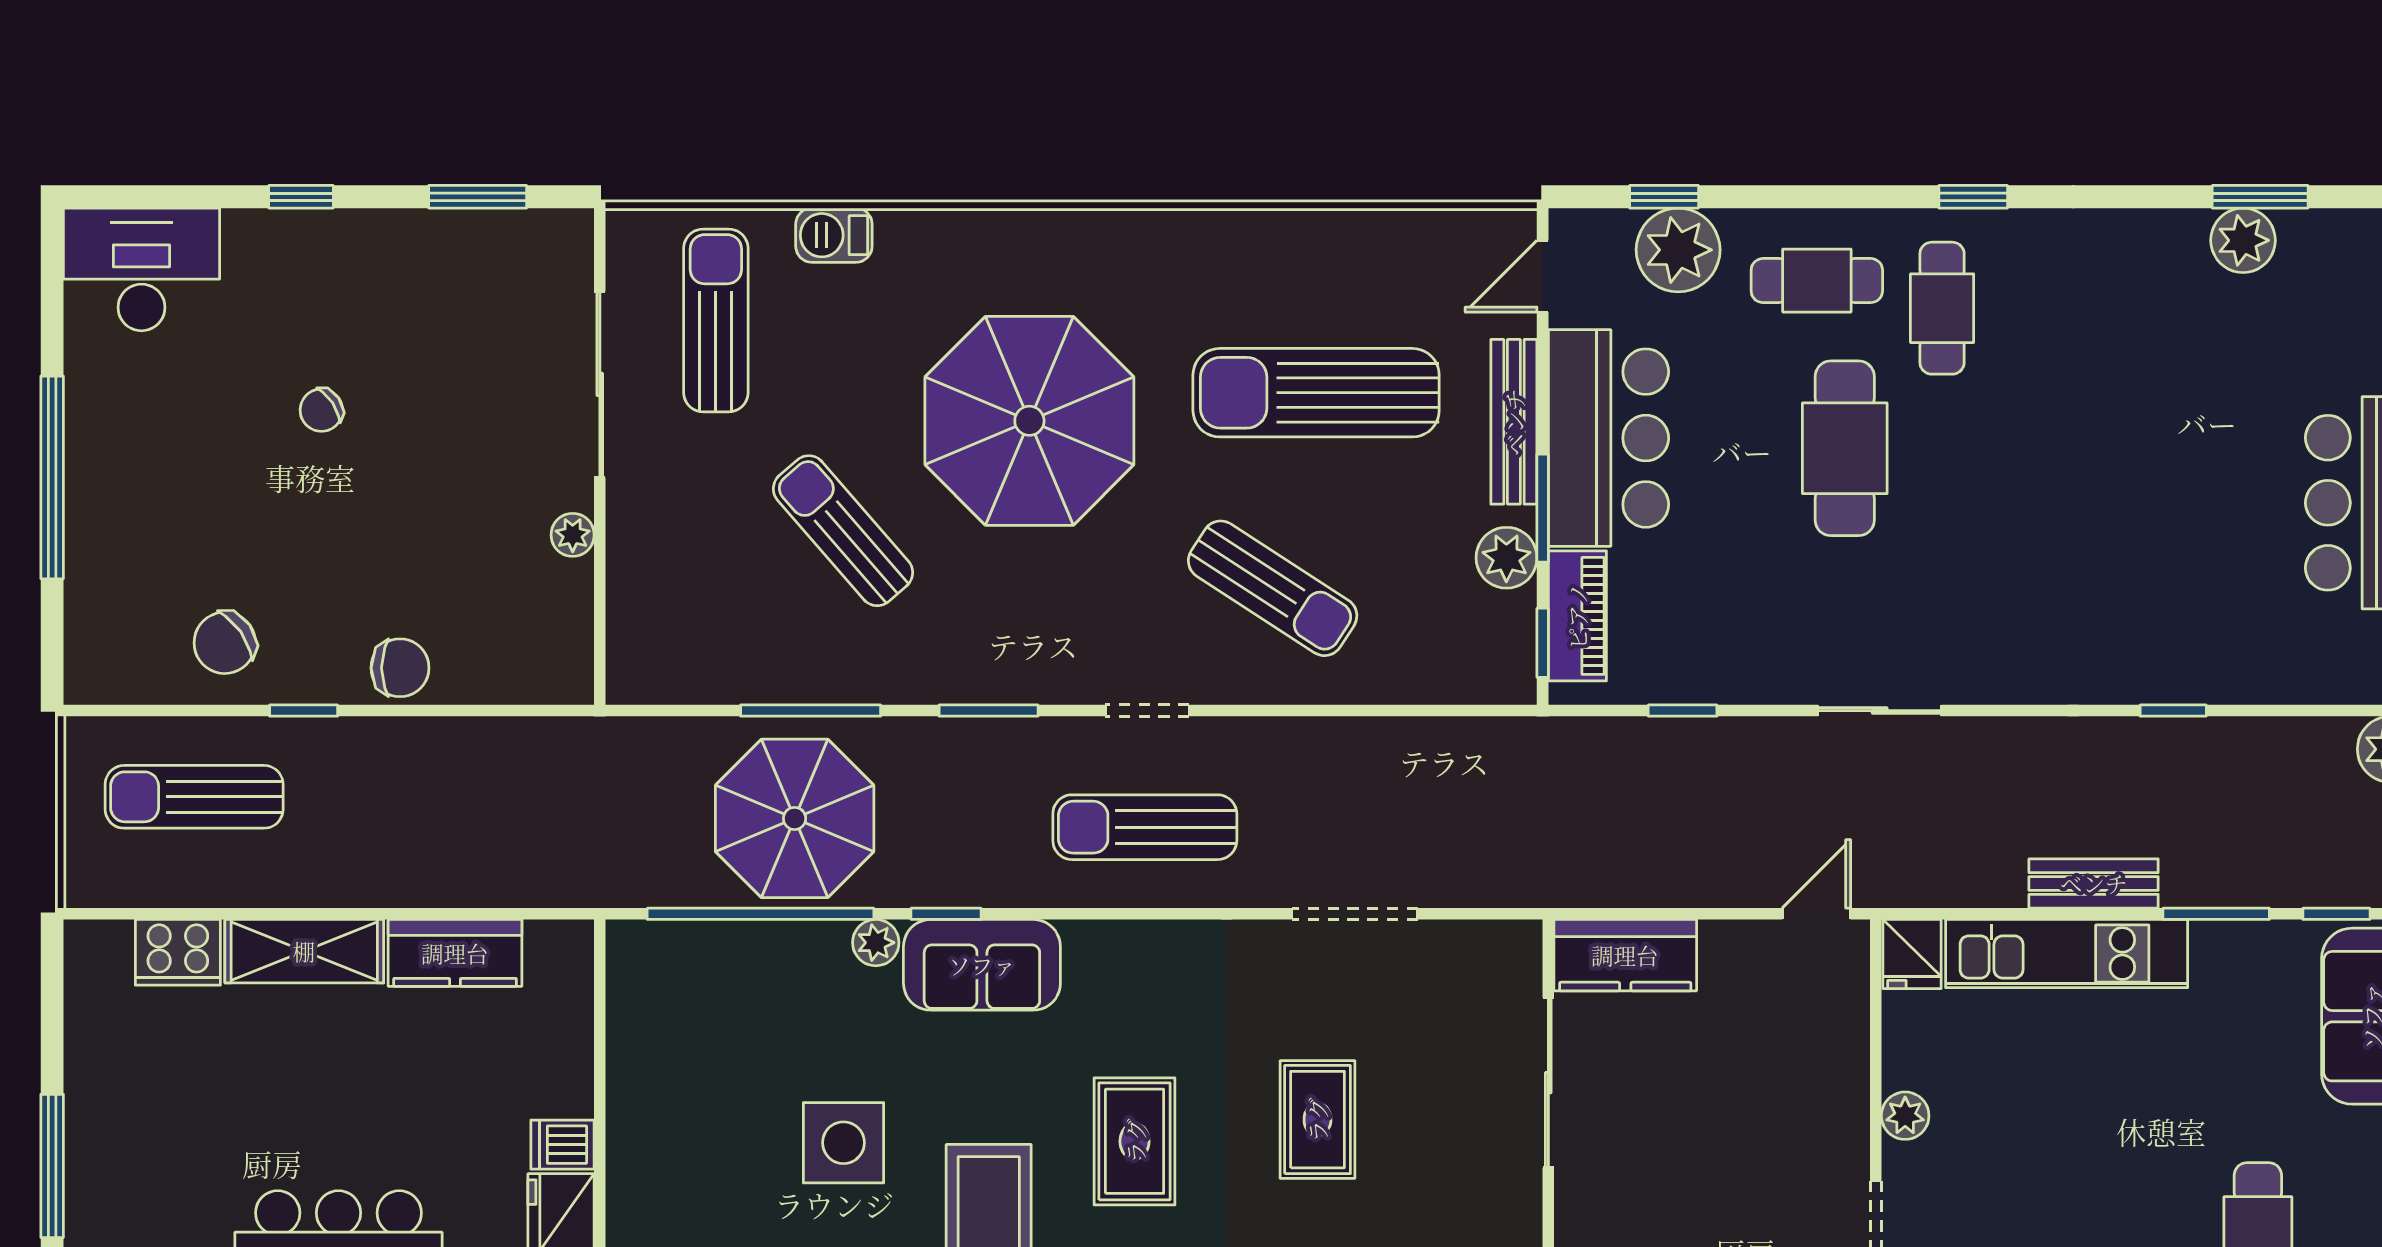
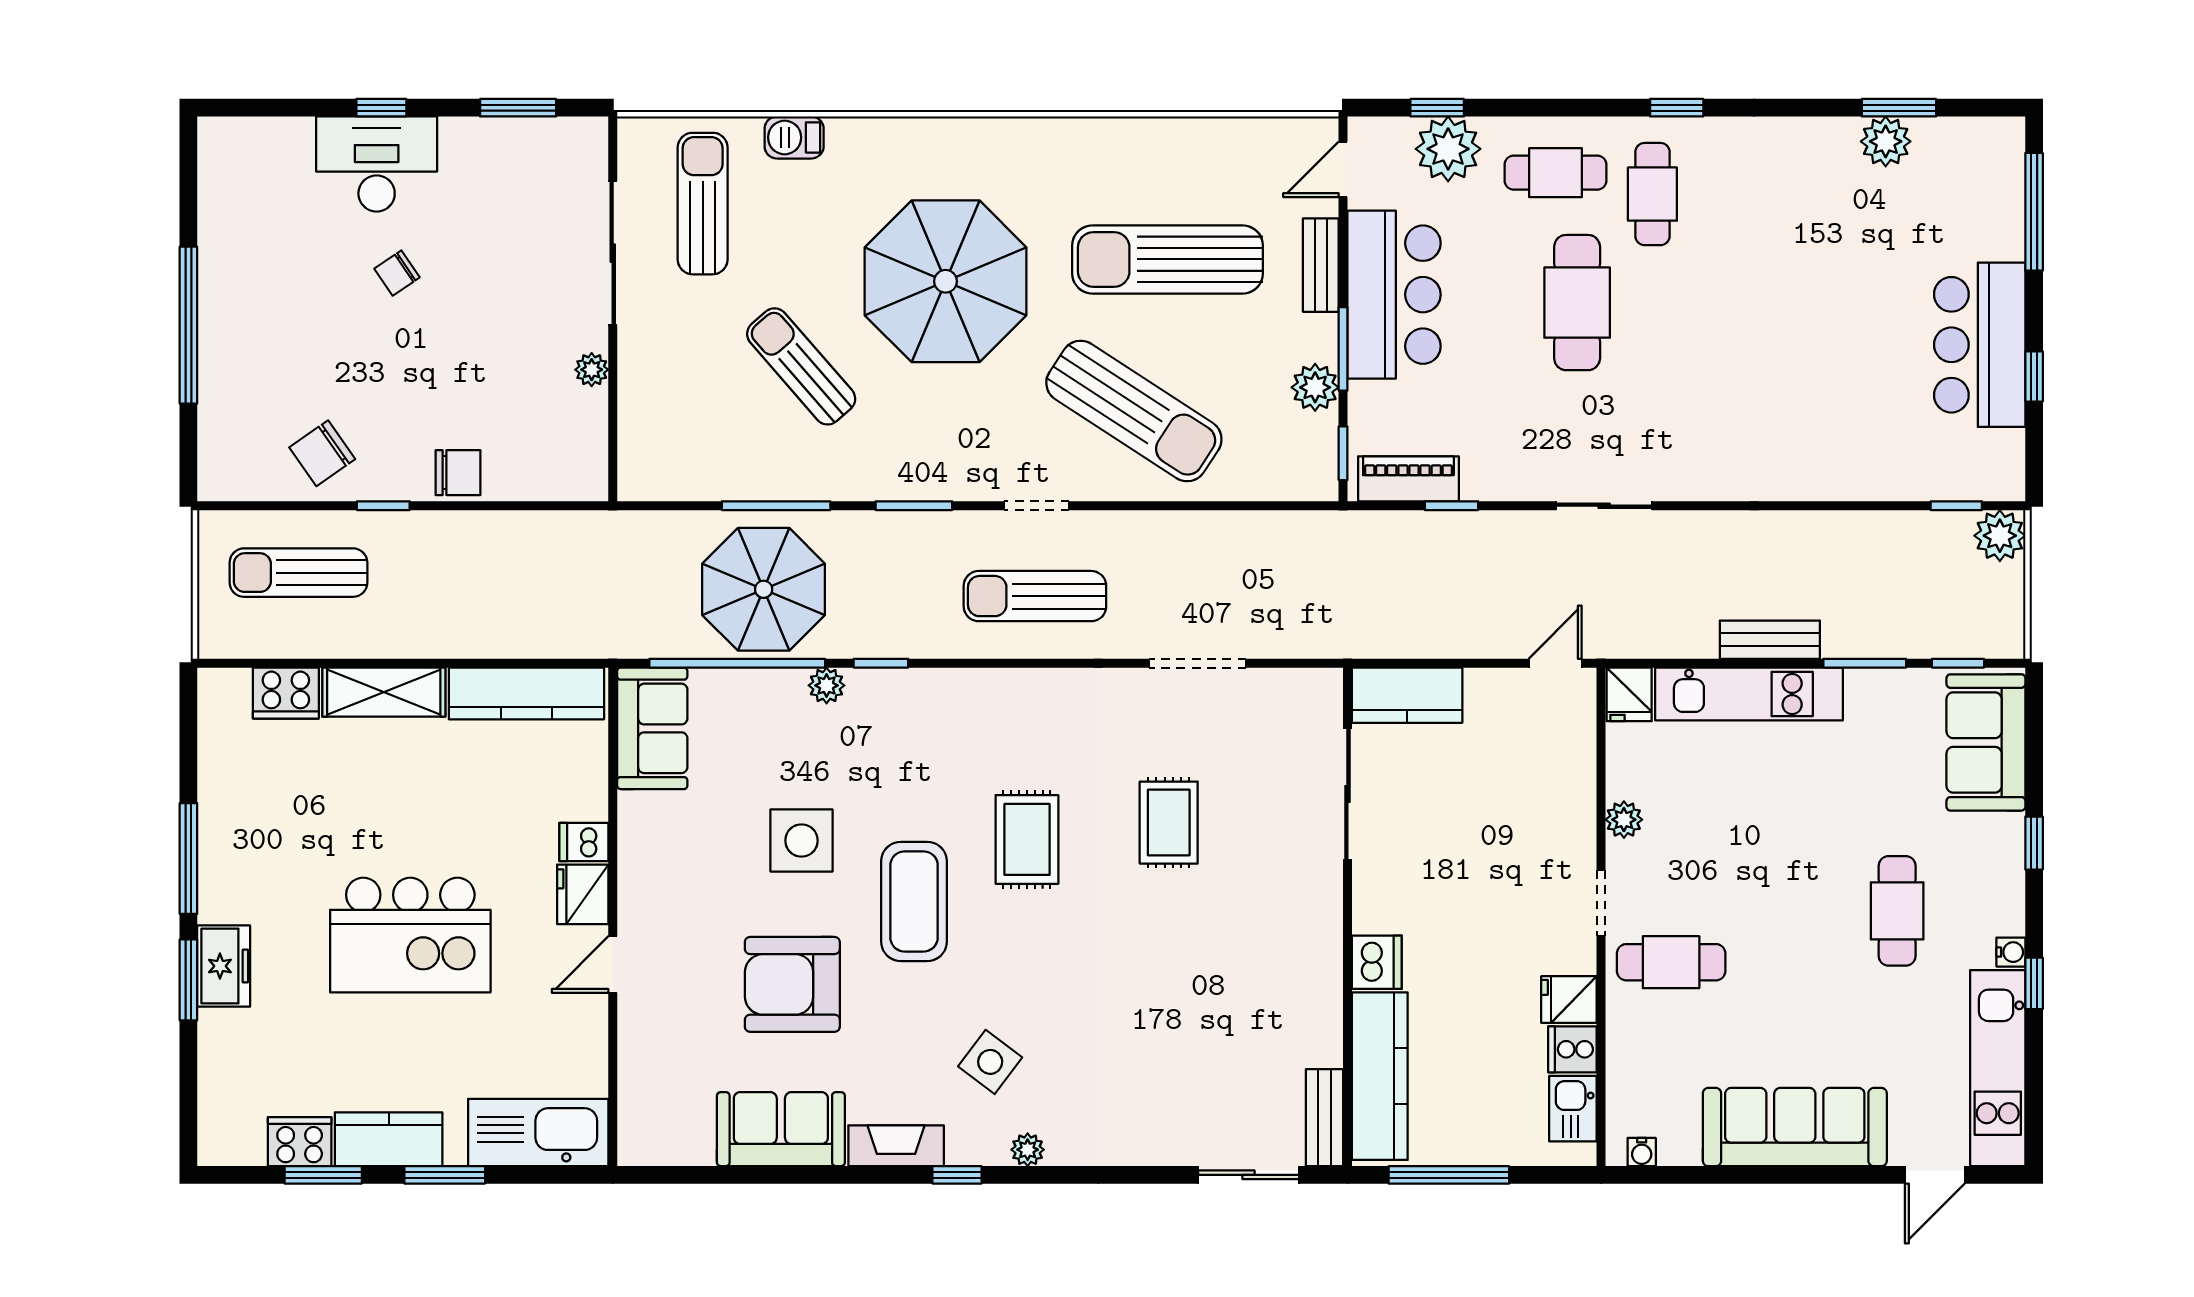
desk: (141, 269) -> (377, 164), moved
bench: (1514, 422) -> (1321, 265), width x0.73
sun lounger: (1273, 588) -> (1134, 411), width x1.36, depth x1.34
piano: (1577, 616) -> (1408, 479), moved, turned -90
window: (2173, 711) -> (1956, 506), moved
kitchen counter: (455, 953) -> (526, 693), width x1.50
sofa: (982, 965) -> (652, 728), moved, turned -90

